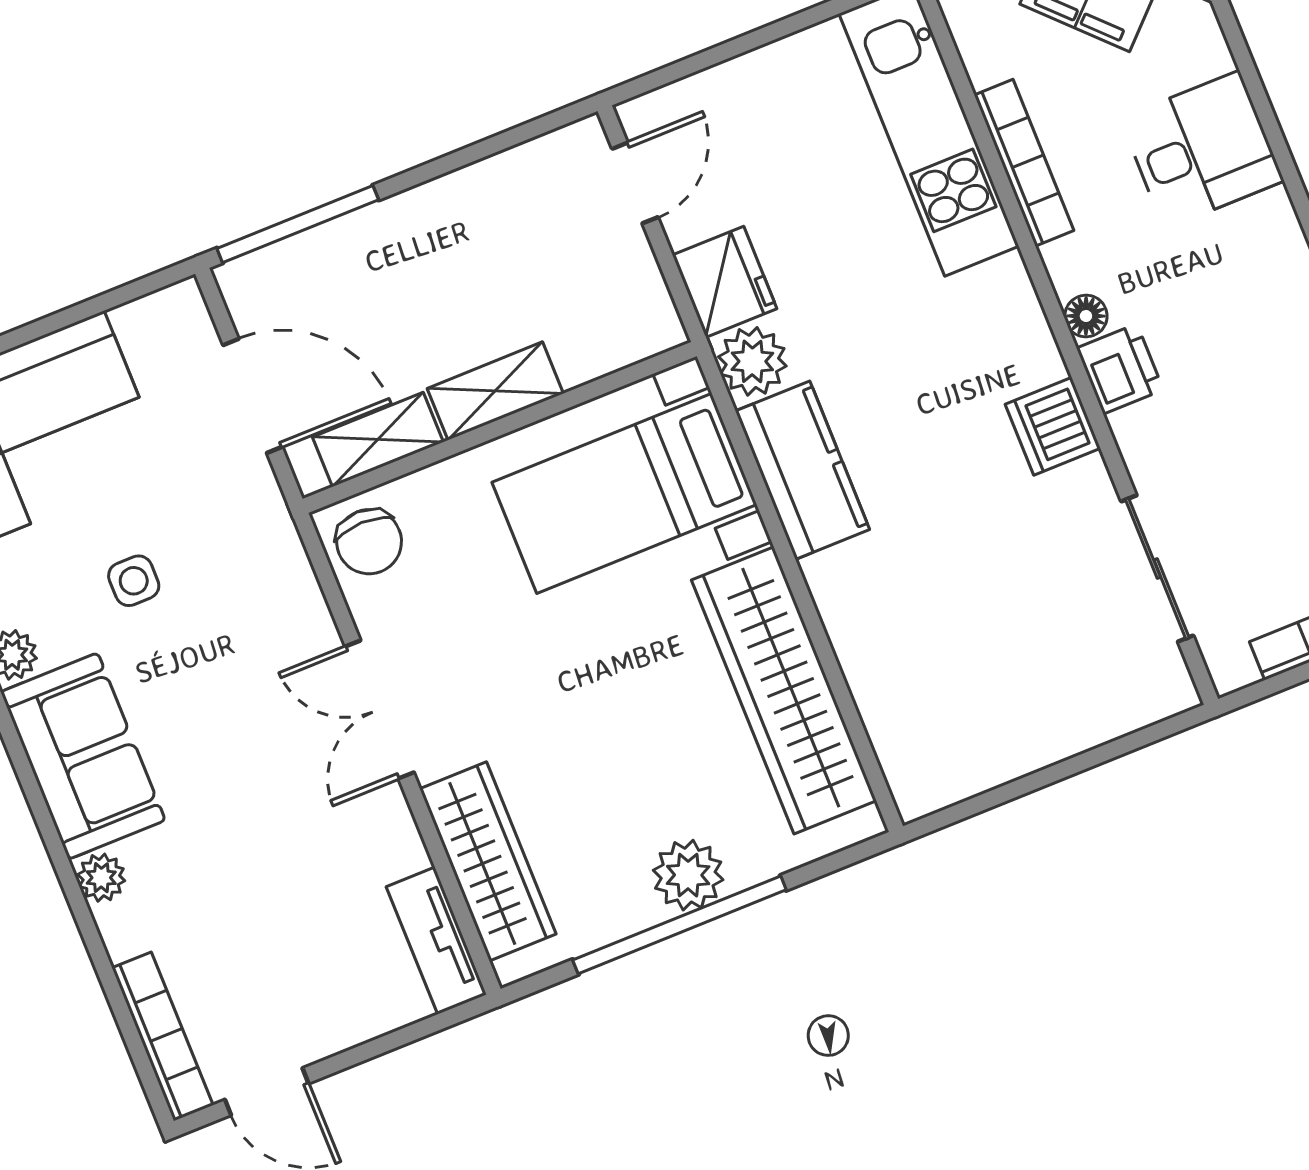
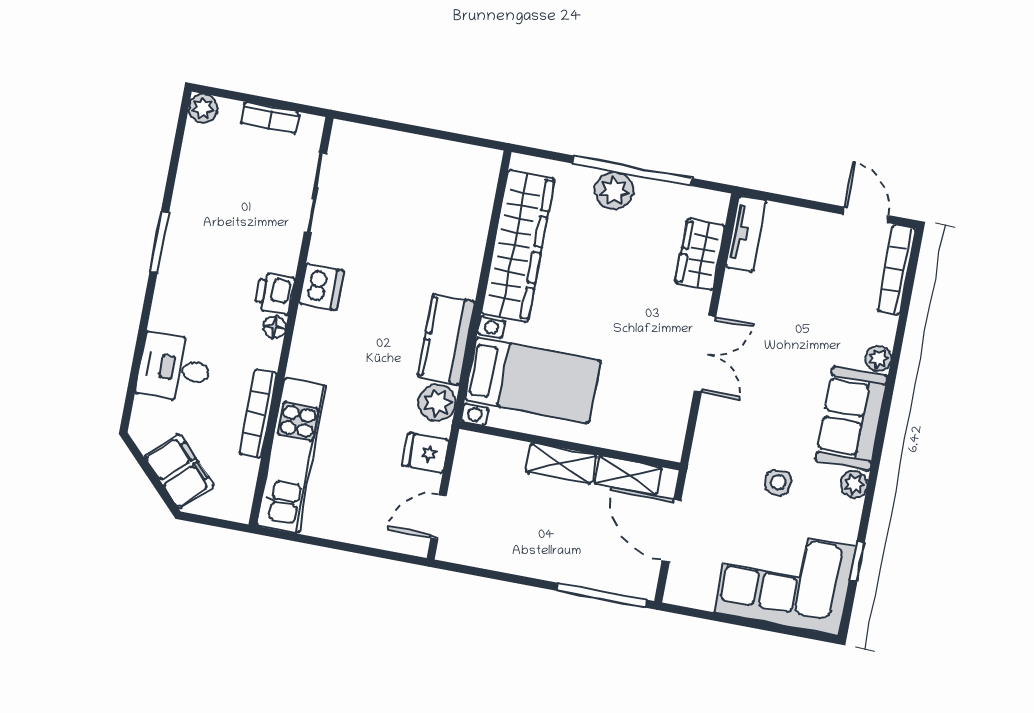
fridge: (725, 282) -> (426, 453), width x0.72
chair: (369, 542) -> (661, 432), removed
wardrobe: (488, 861) -> (700, 254), width x0.67

